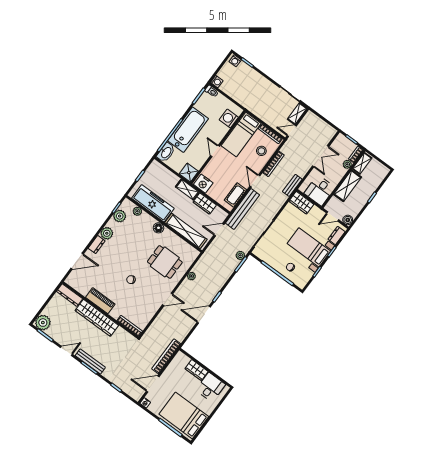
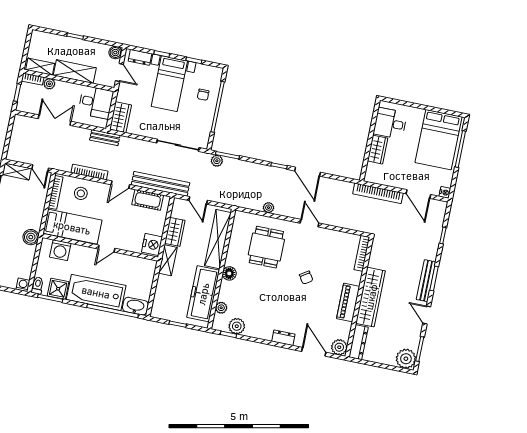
boiler: (247, 102) -> (31, 237), added
shower: (189, 173) -> (58, 289), moved
plant: (107, 233) -> (339, 347), moved

